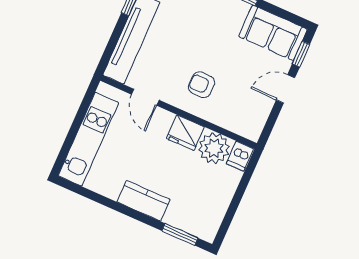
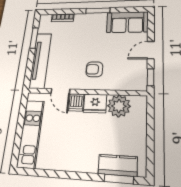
window: (301, 54) -> (151, 77), moved
dishwasher: (240, 156) -> (76, 102), moved
kitchen counter: (144, 201) -> (118, 165), moved

